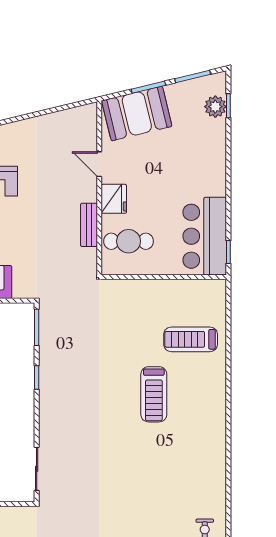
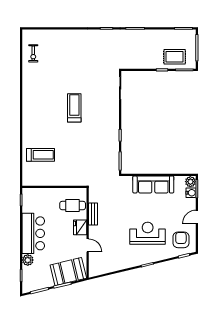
plant: (215, 107) -> (28, 260), moved
bar counter: (205, 236) -> (33, 233), moved
treadmill: (154, 394) -> (74, 108), moved

